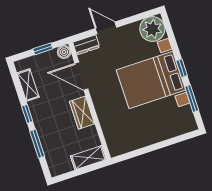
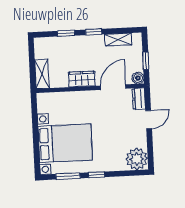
bed with nightstands: (151, 80) -> (65, 143), moved, turned 90
window: (37, 144) -> (66, 33), width x0.67

